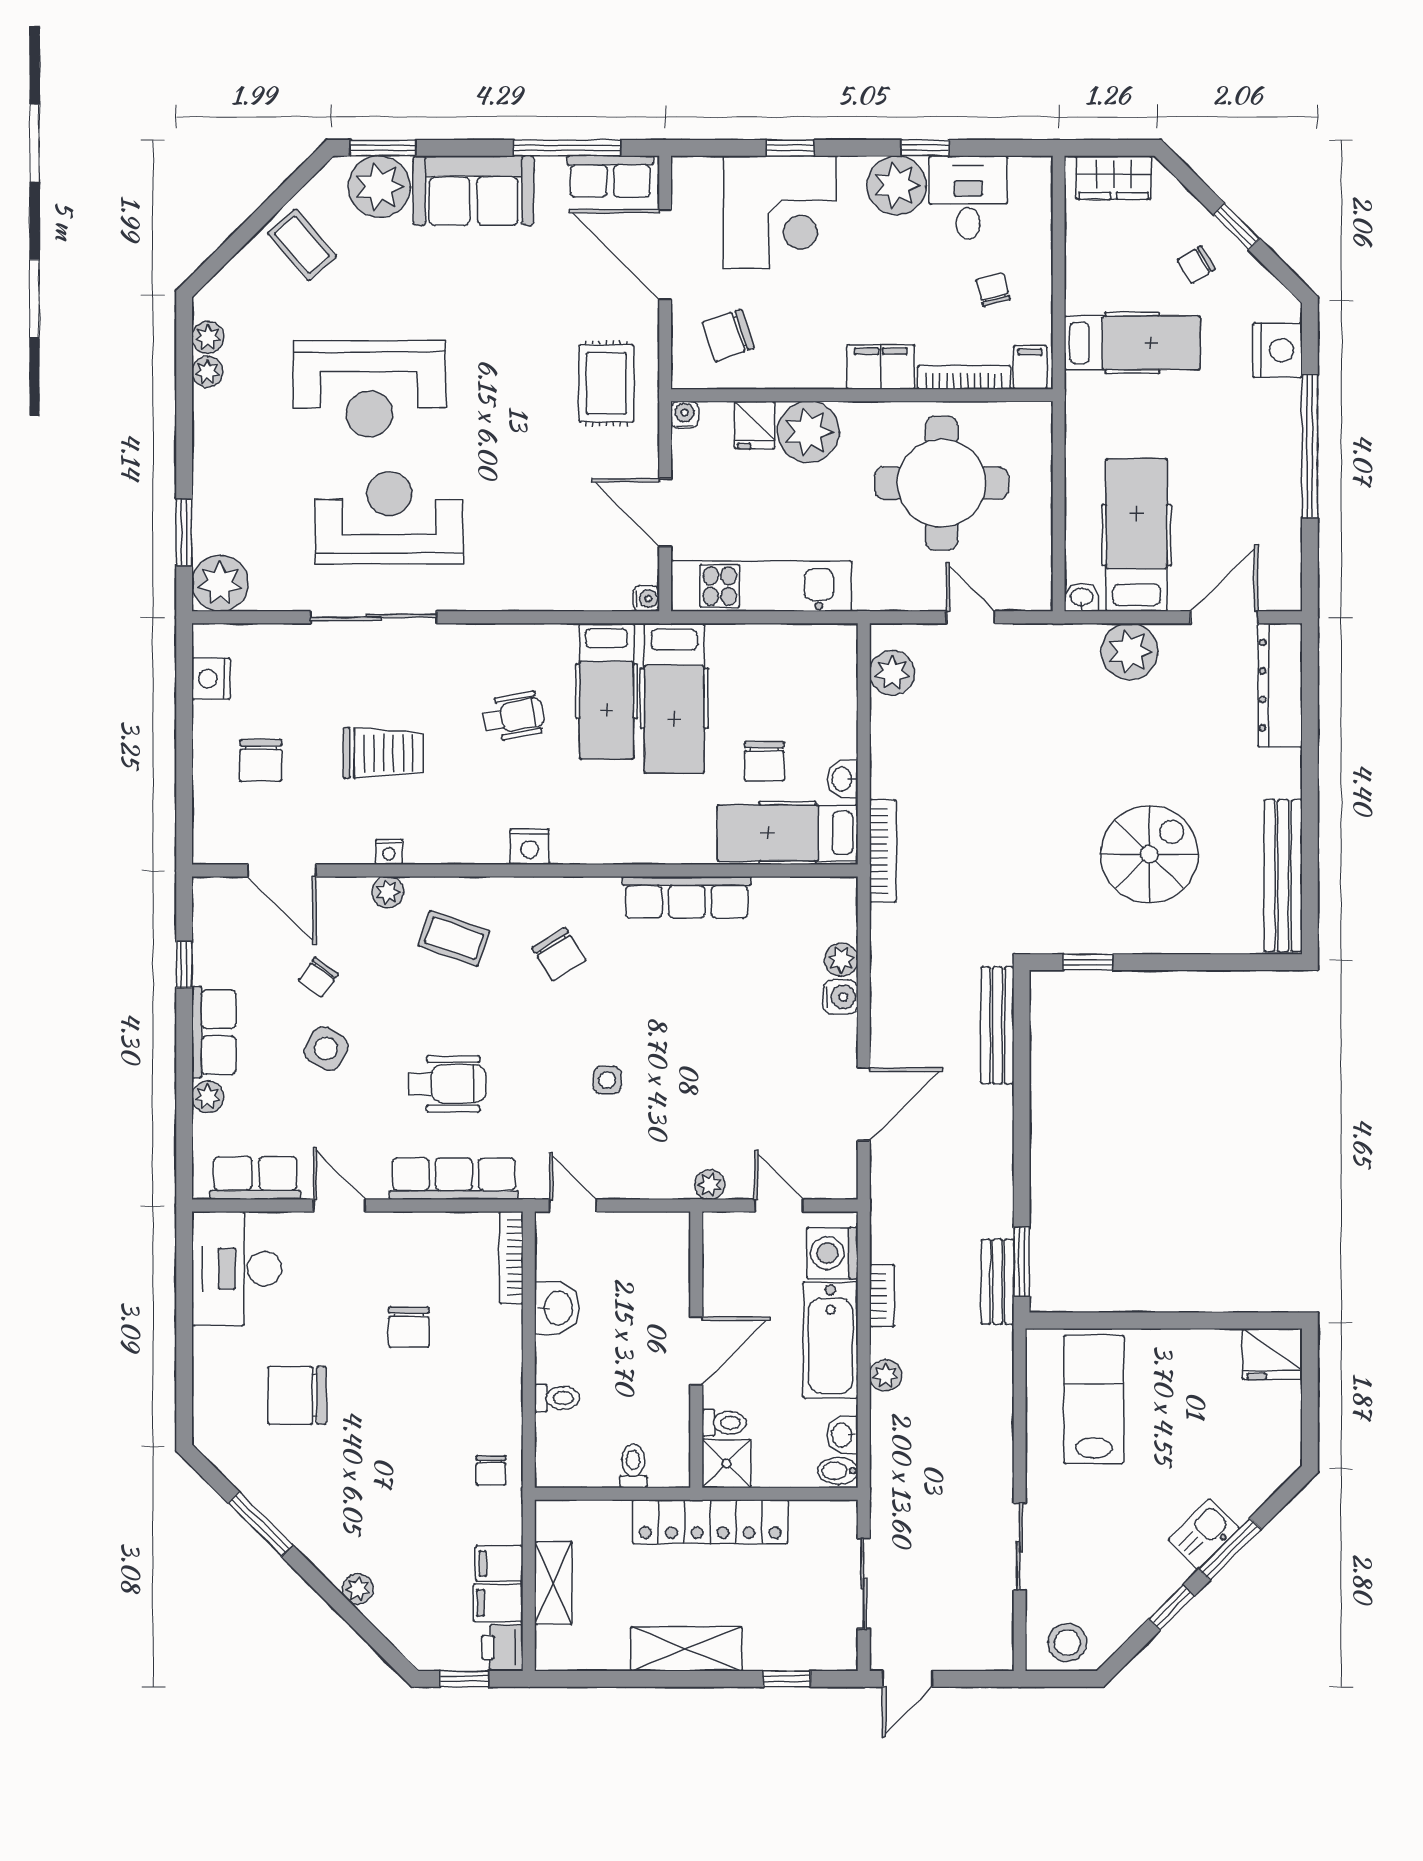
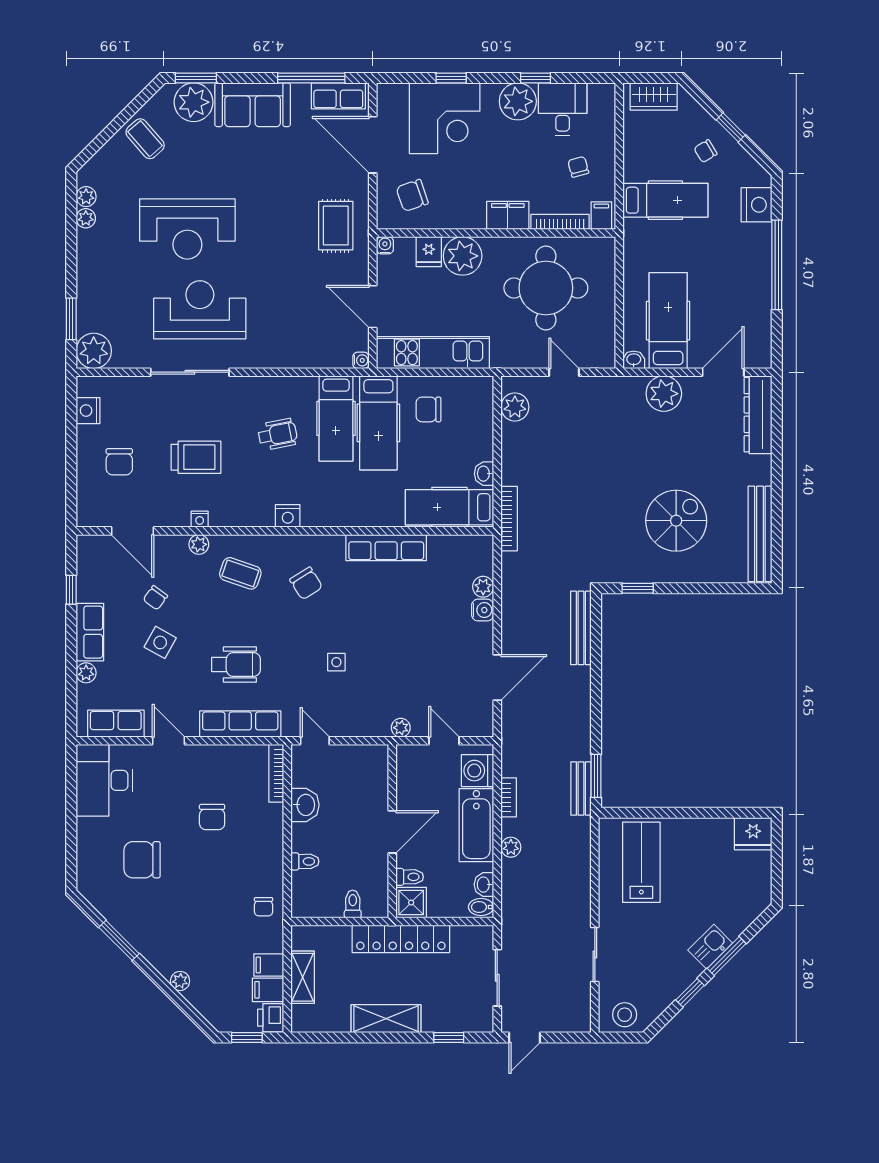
chair: (764, 761) -> (428, 409), moved, turned 90

